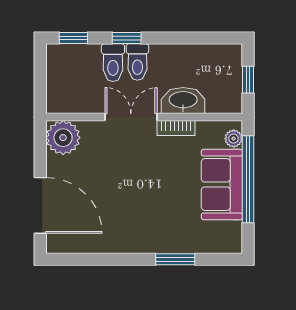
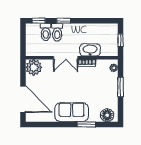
toilet: (137, 62) -> (46, 32), moved
double door: (131, 117) -> (66, 58), swing flipped
window: (248, 179) -> (121, 87), width x0.47
sofa: (222, 184) -> (72, 112), moved, turned 90
floor lamp: (219, 240) -> (107, 115), added

